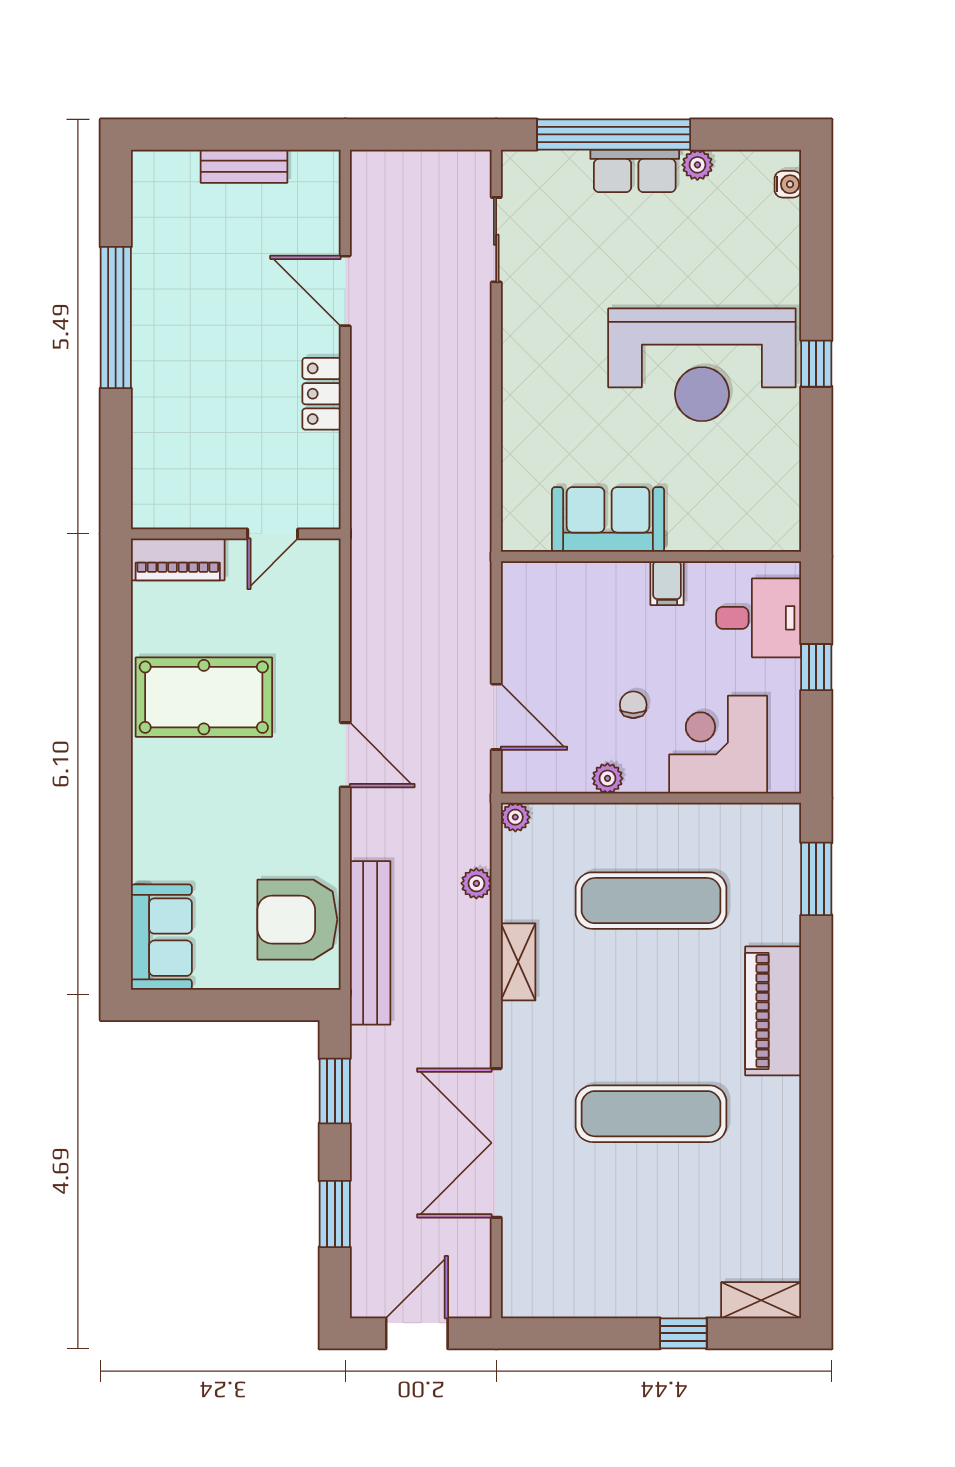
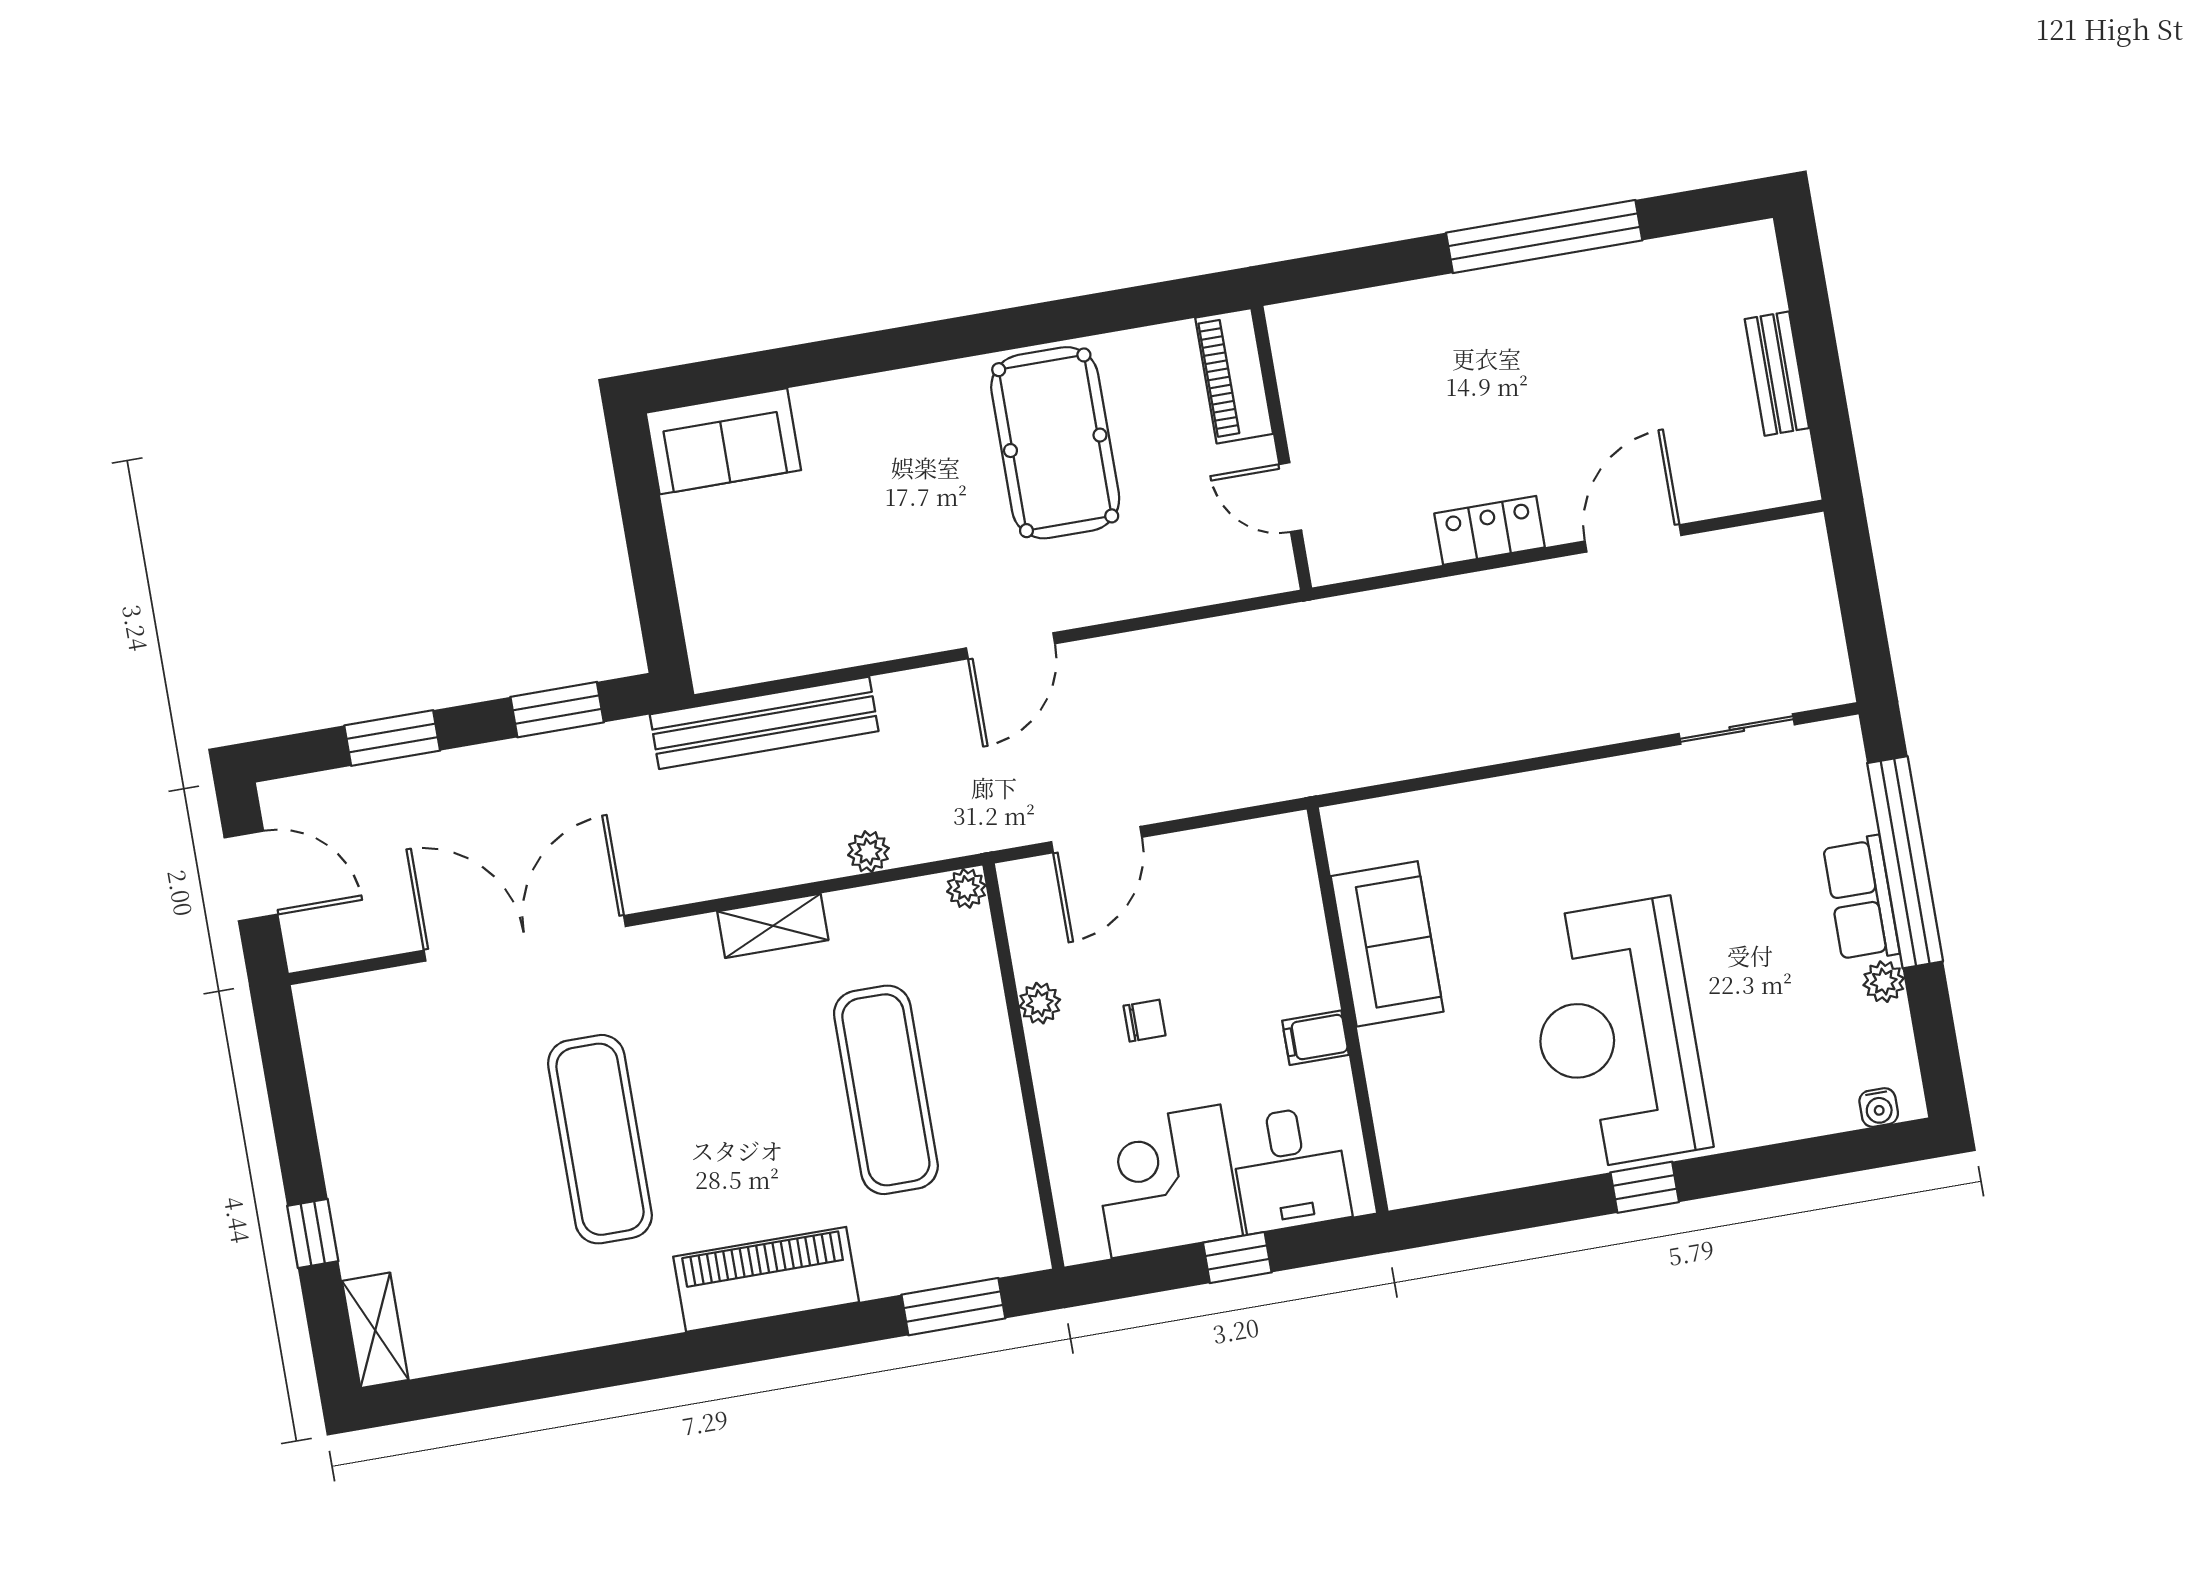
corner desk: (718, 745) -> (1166, 1181), moved, turned -90
armchair: (297, 920) -> (778, 620), removed

